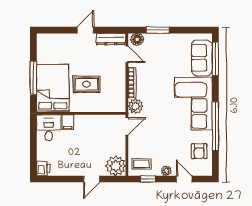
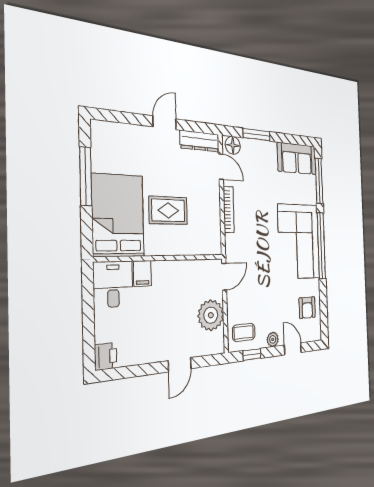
sofa: (202, 58) -> (297, 159), moved, turned -90
window: (33, 78) -> (86, 176), moved
plant: (136, 106) -> (234, 245), removed
window: (215, 126) -> (321, 246), moved
plant: (116, 166) -> (211, 315), moved

